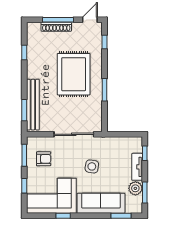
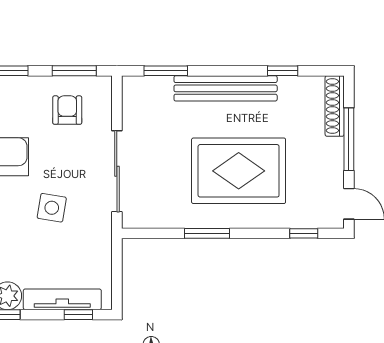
shoe rack: (56, 27) -> (335, 106), moved
bench: (33, 105) -> (226, 88), moved
armchair: (44, 159) -> (67, 110), turned 180
tv unit: (137, 167) -> (62, 299), width x1.41

